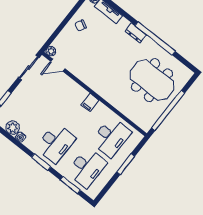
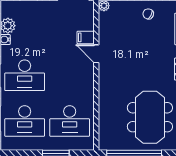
door: (58, 65) -> (96, 54), moved
filing cabinet: (90, 102) -> (86, 37), moved

